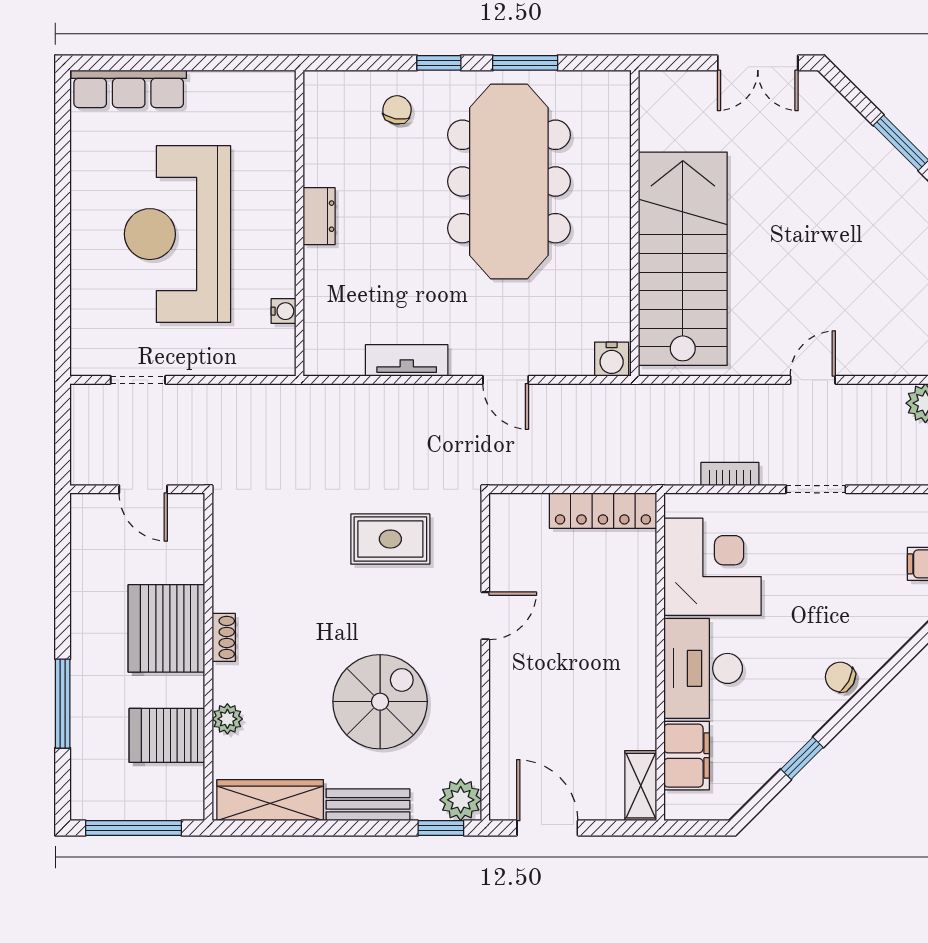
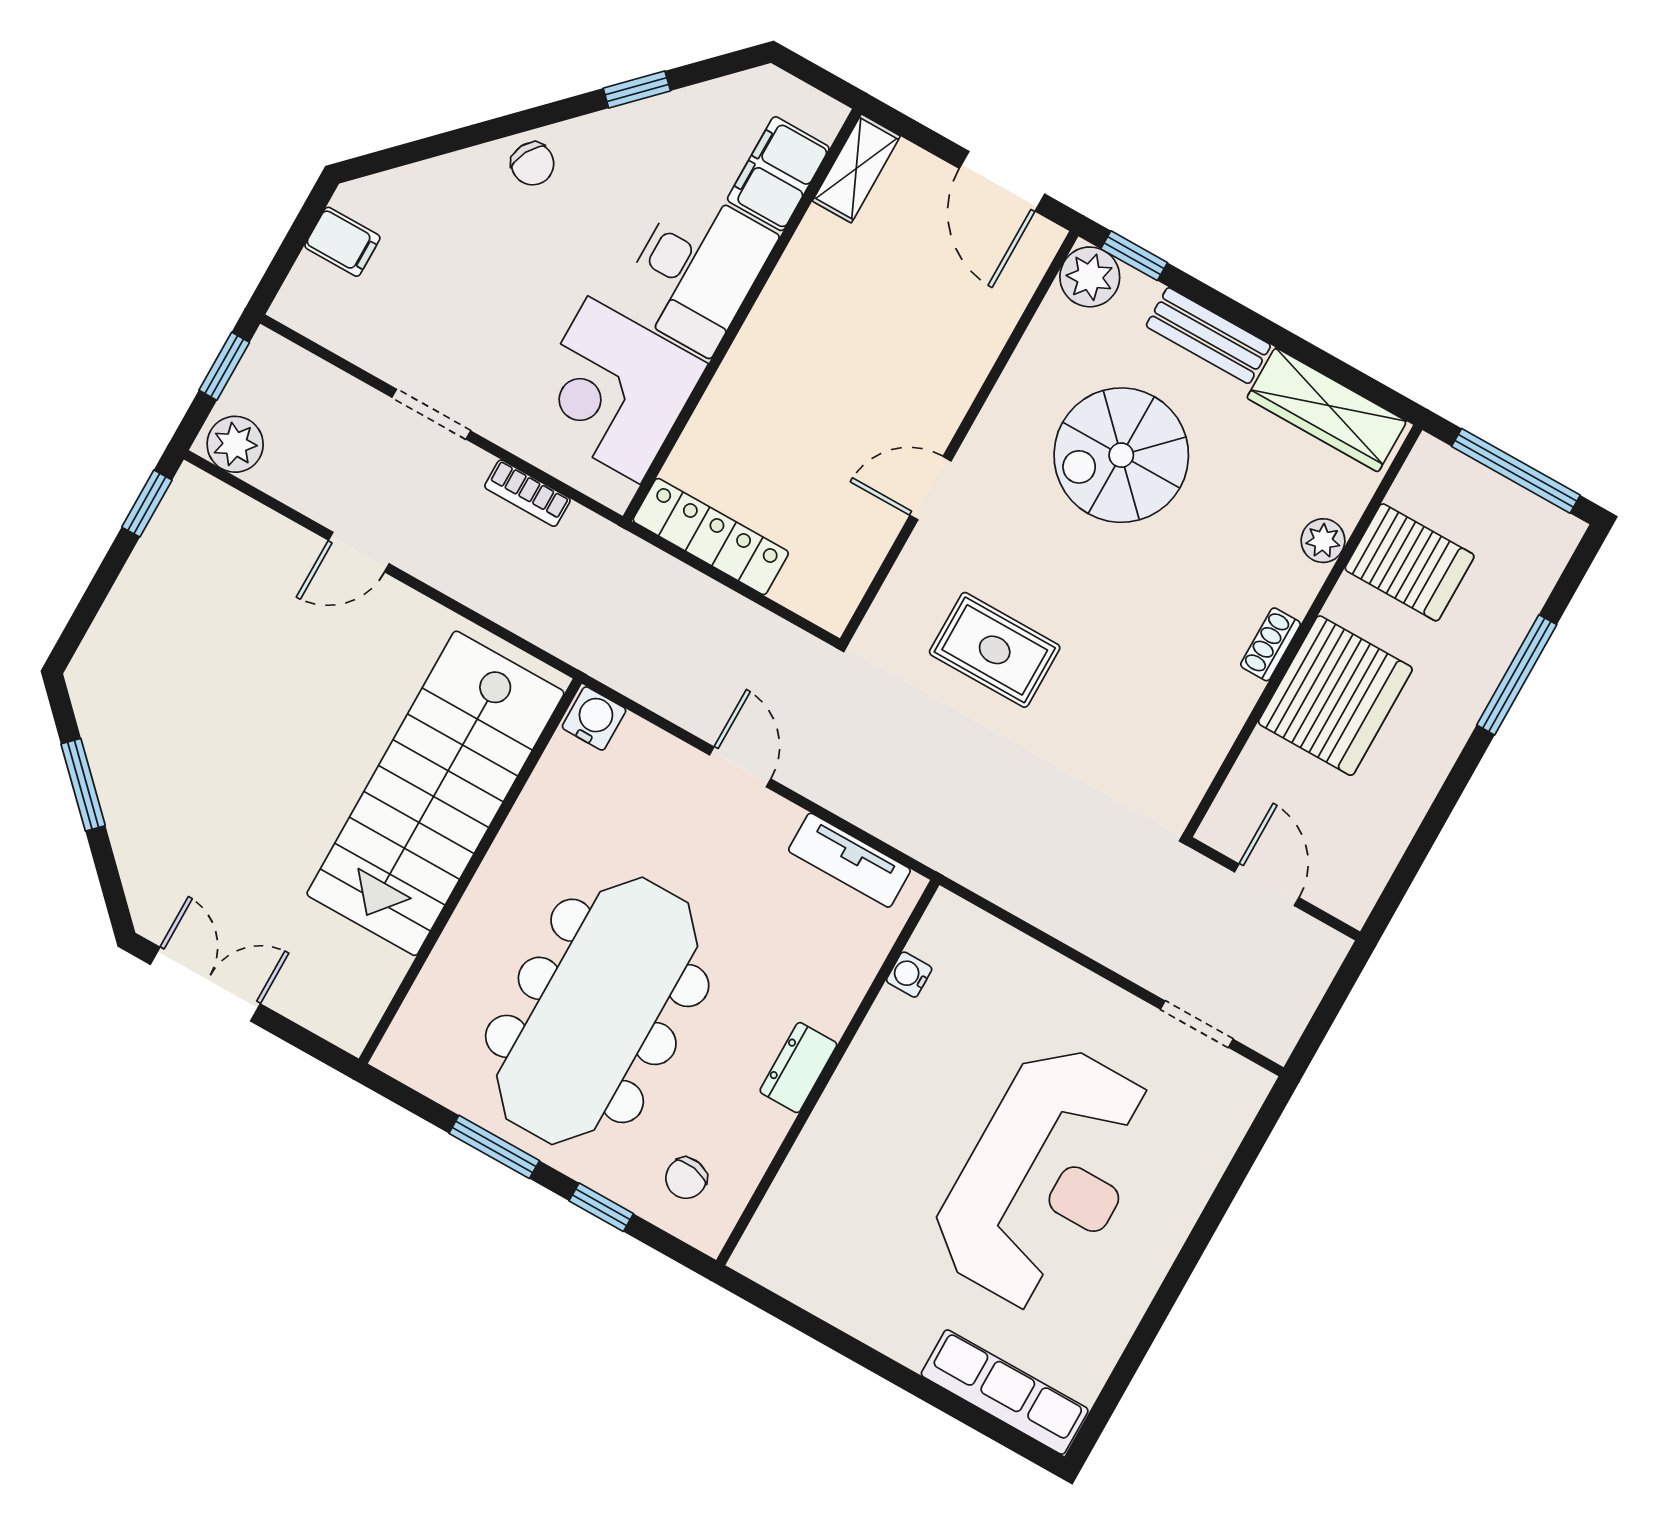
dresser: (319, 216) -> (798, 1068), moved
wall: (299, 223) -> (828, 1073), moved
water cooler: (283, 311) -> (909, 975), moved

